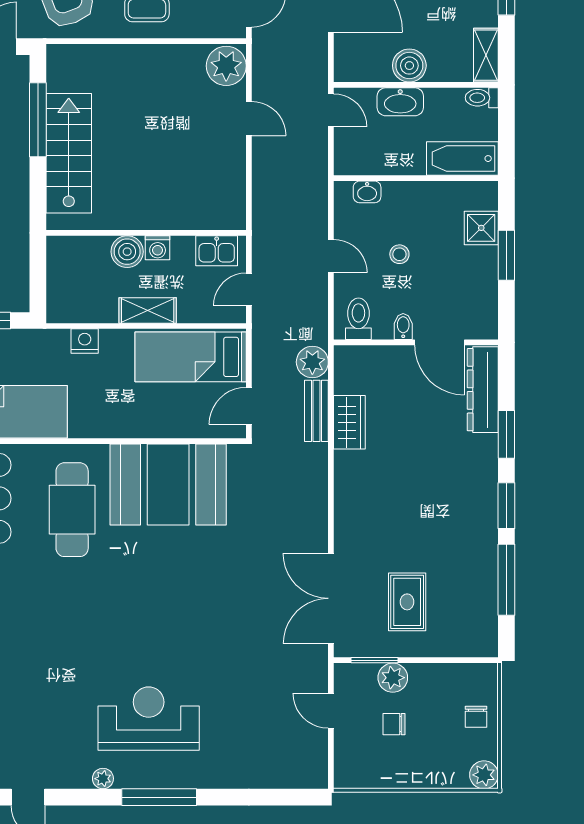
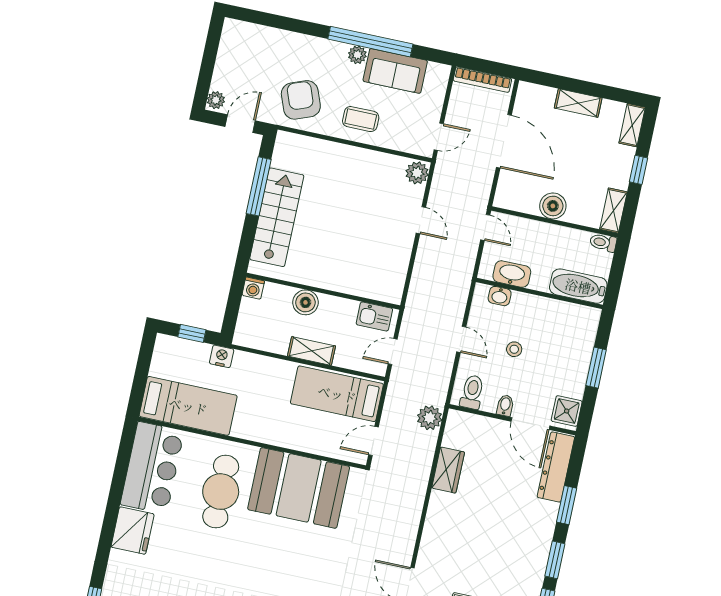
plant: (226, 66) -> (417, 173), width x0.73, depth x0.73
washbasin: (400, 102) -> (512, 274), moved, turned 180
shower: (481, 228) -> (567, 411), moved
washing machine: (158, 248) -> (253, 288), moved
nightstand: (85, 341) -> (222, 356), moved
bench: (316, 411) -> (425, 456), removed

